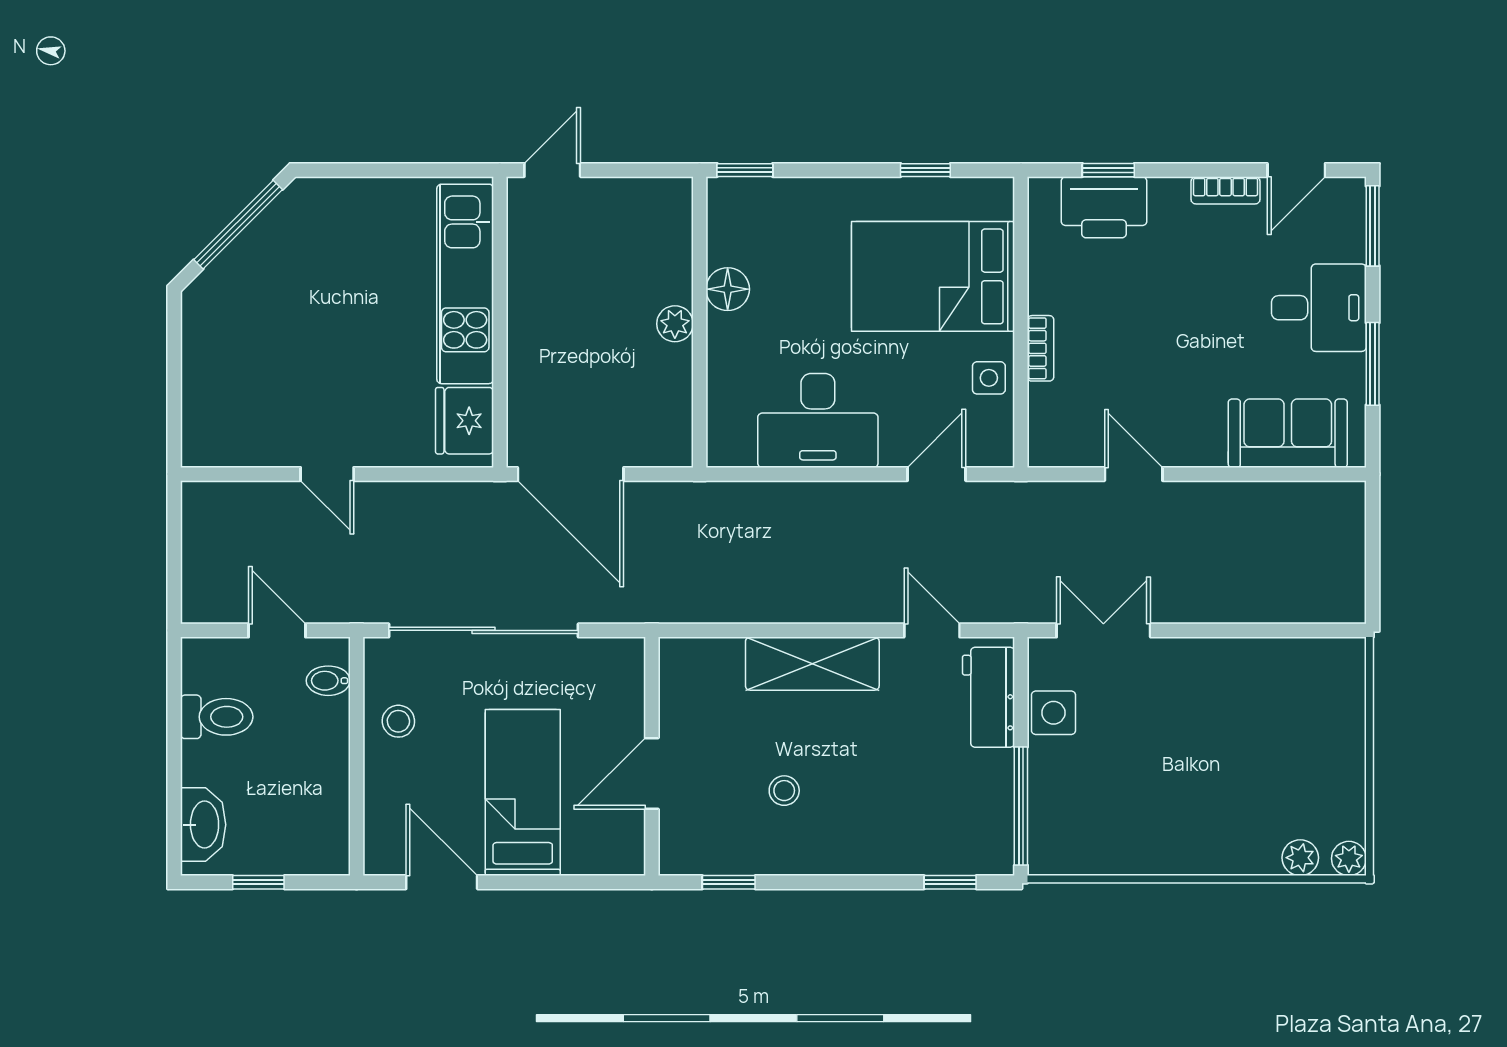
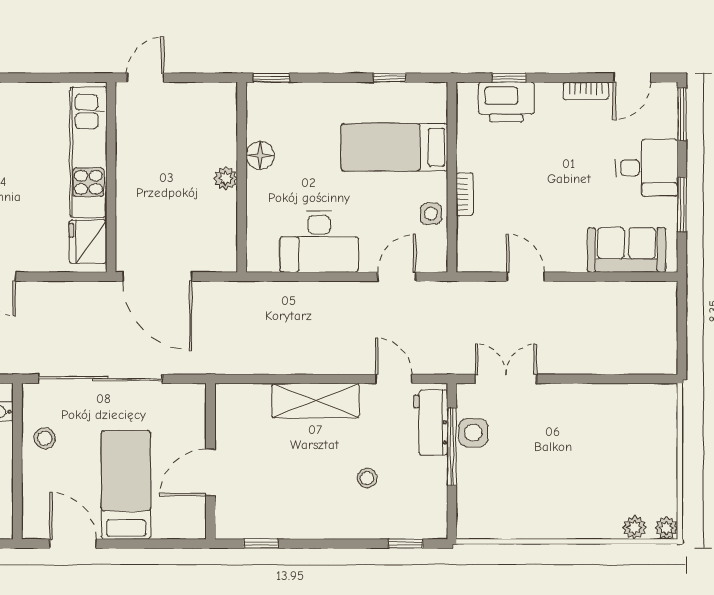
bed: (933, 276) -> (394, 147), width x0.67
stool: (784, 791) -> (367, 478), moved
window: (1021, 806) -> (452, 447), moved

